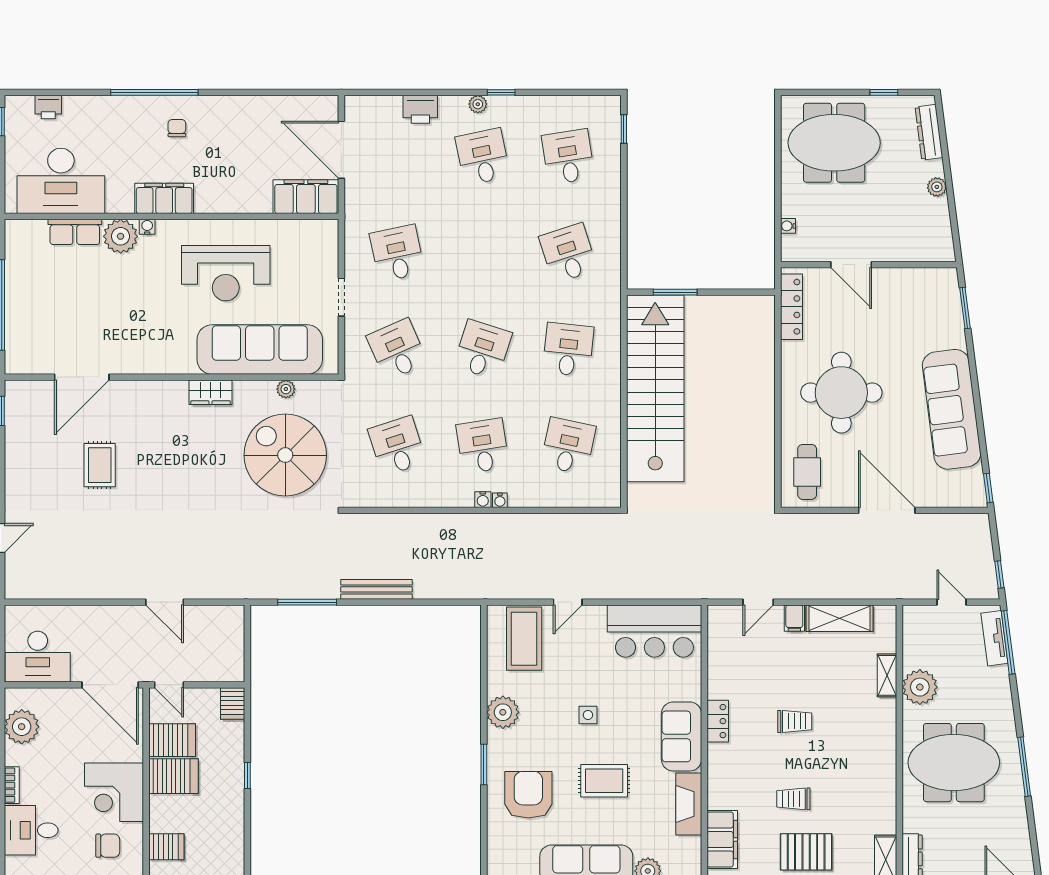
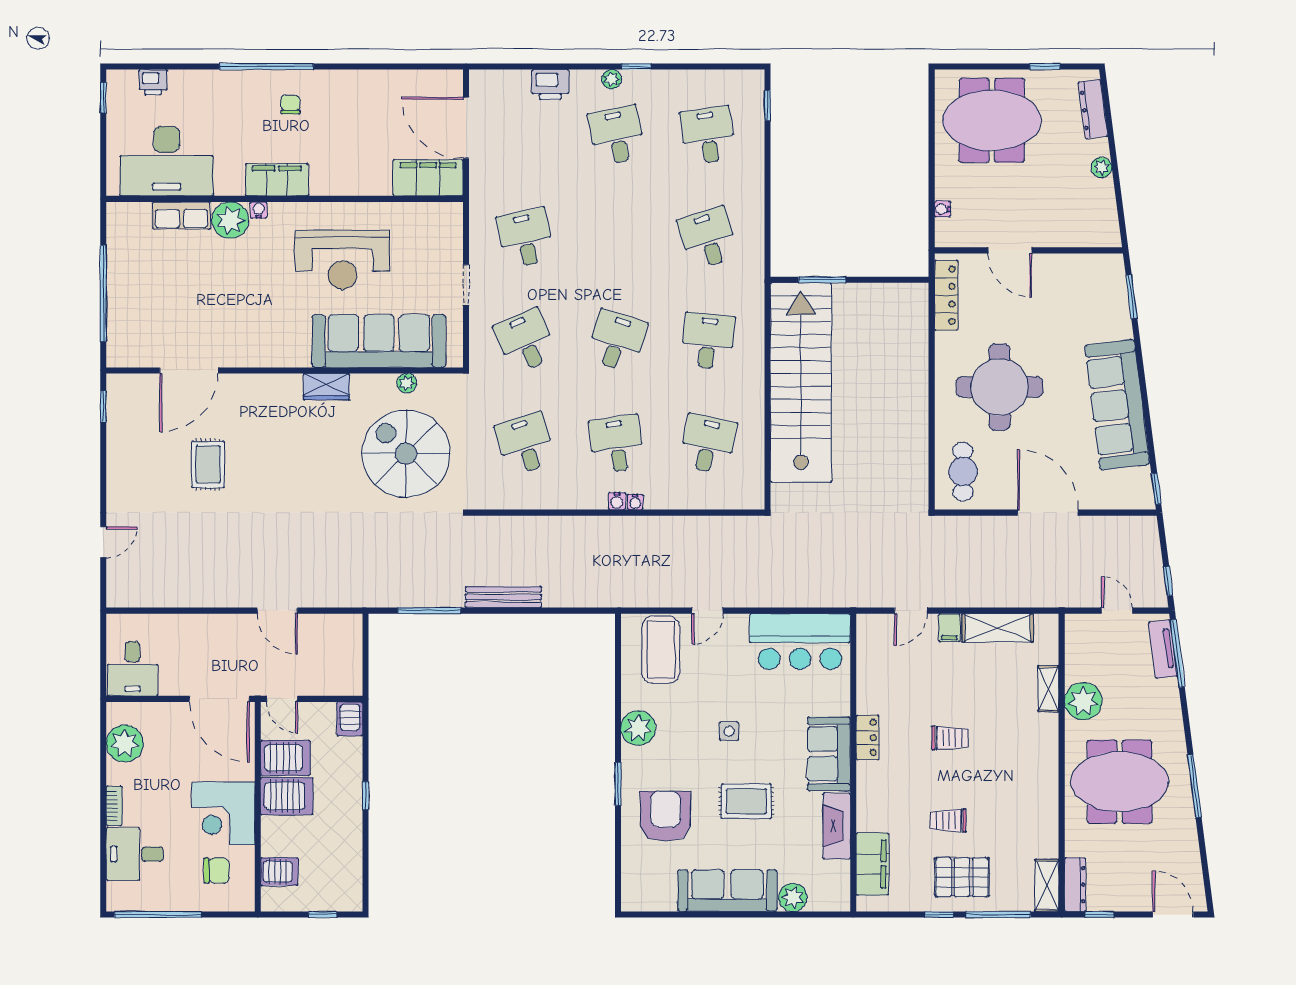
desk: (38, 657) -> (132, 669), width x0.73

